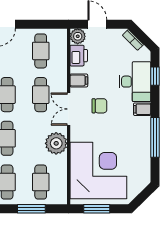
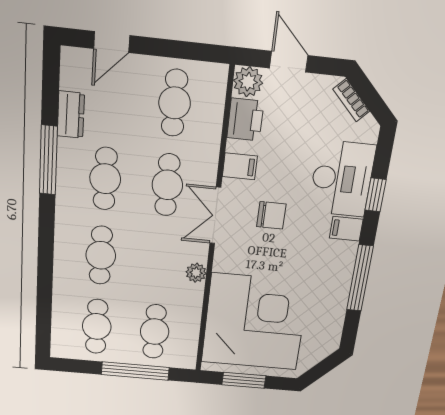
window: (155, 76) -> (376, 195), moved
plant: (56, 143) -> (196, 273), width x0.53, depth x0.53
window: (31, 209) -> (135, 371), width x1.44

